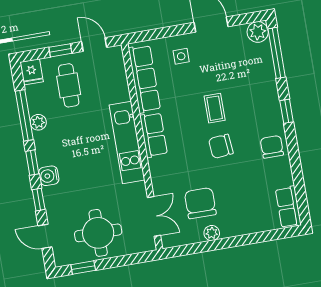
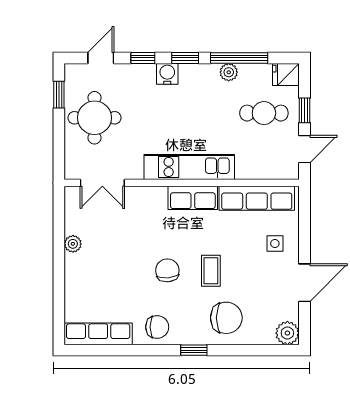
window: (277, 53) -> (260, 350), removed
coffee table: (215, 108) -> (211, 271), turned 90
chair: (200, 203) -> (226, 318), moved
row of seats: (288, 207) -> (98, 334), width x1.48

